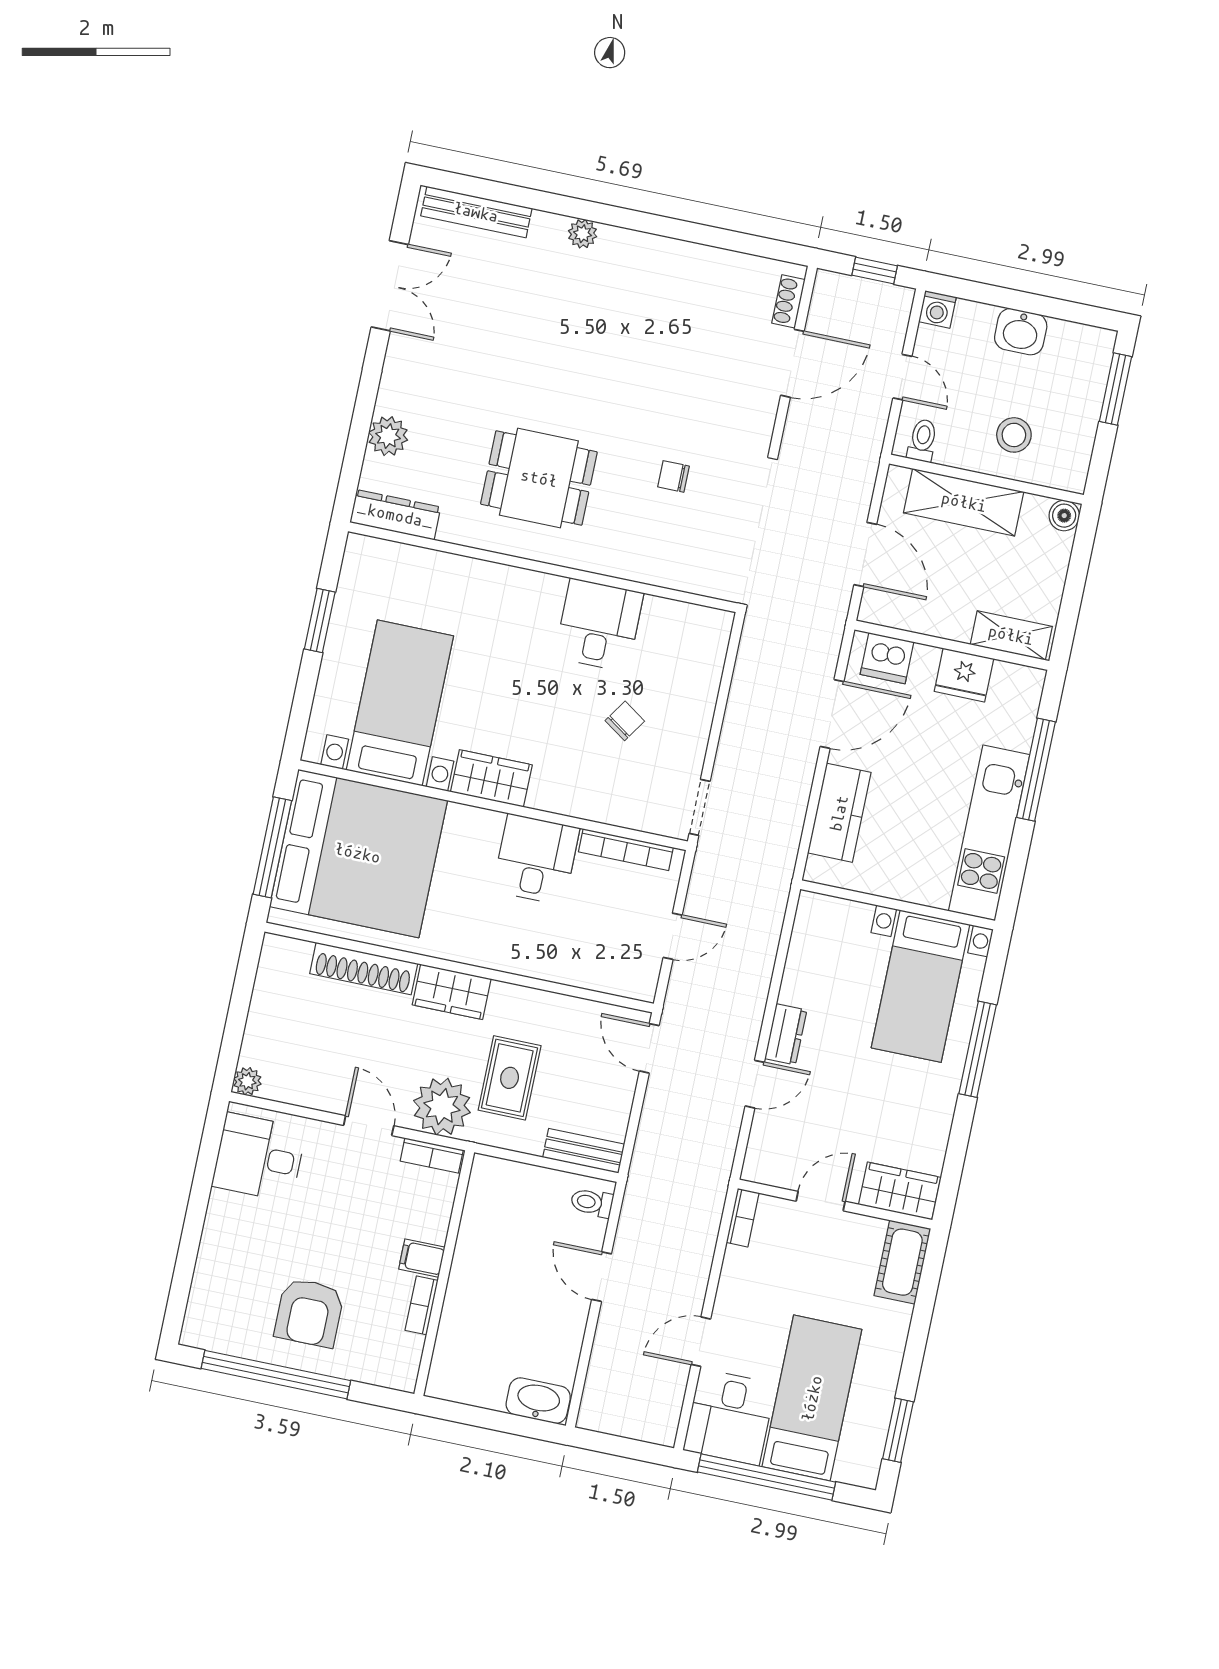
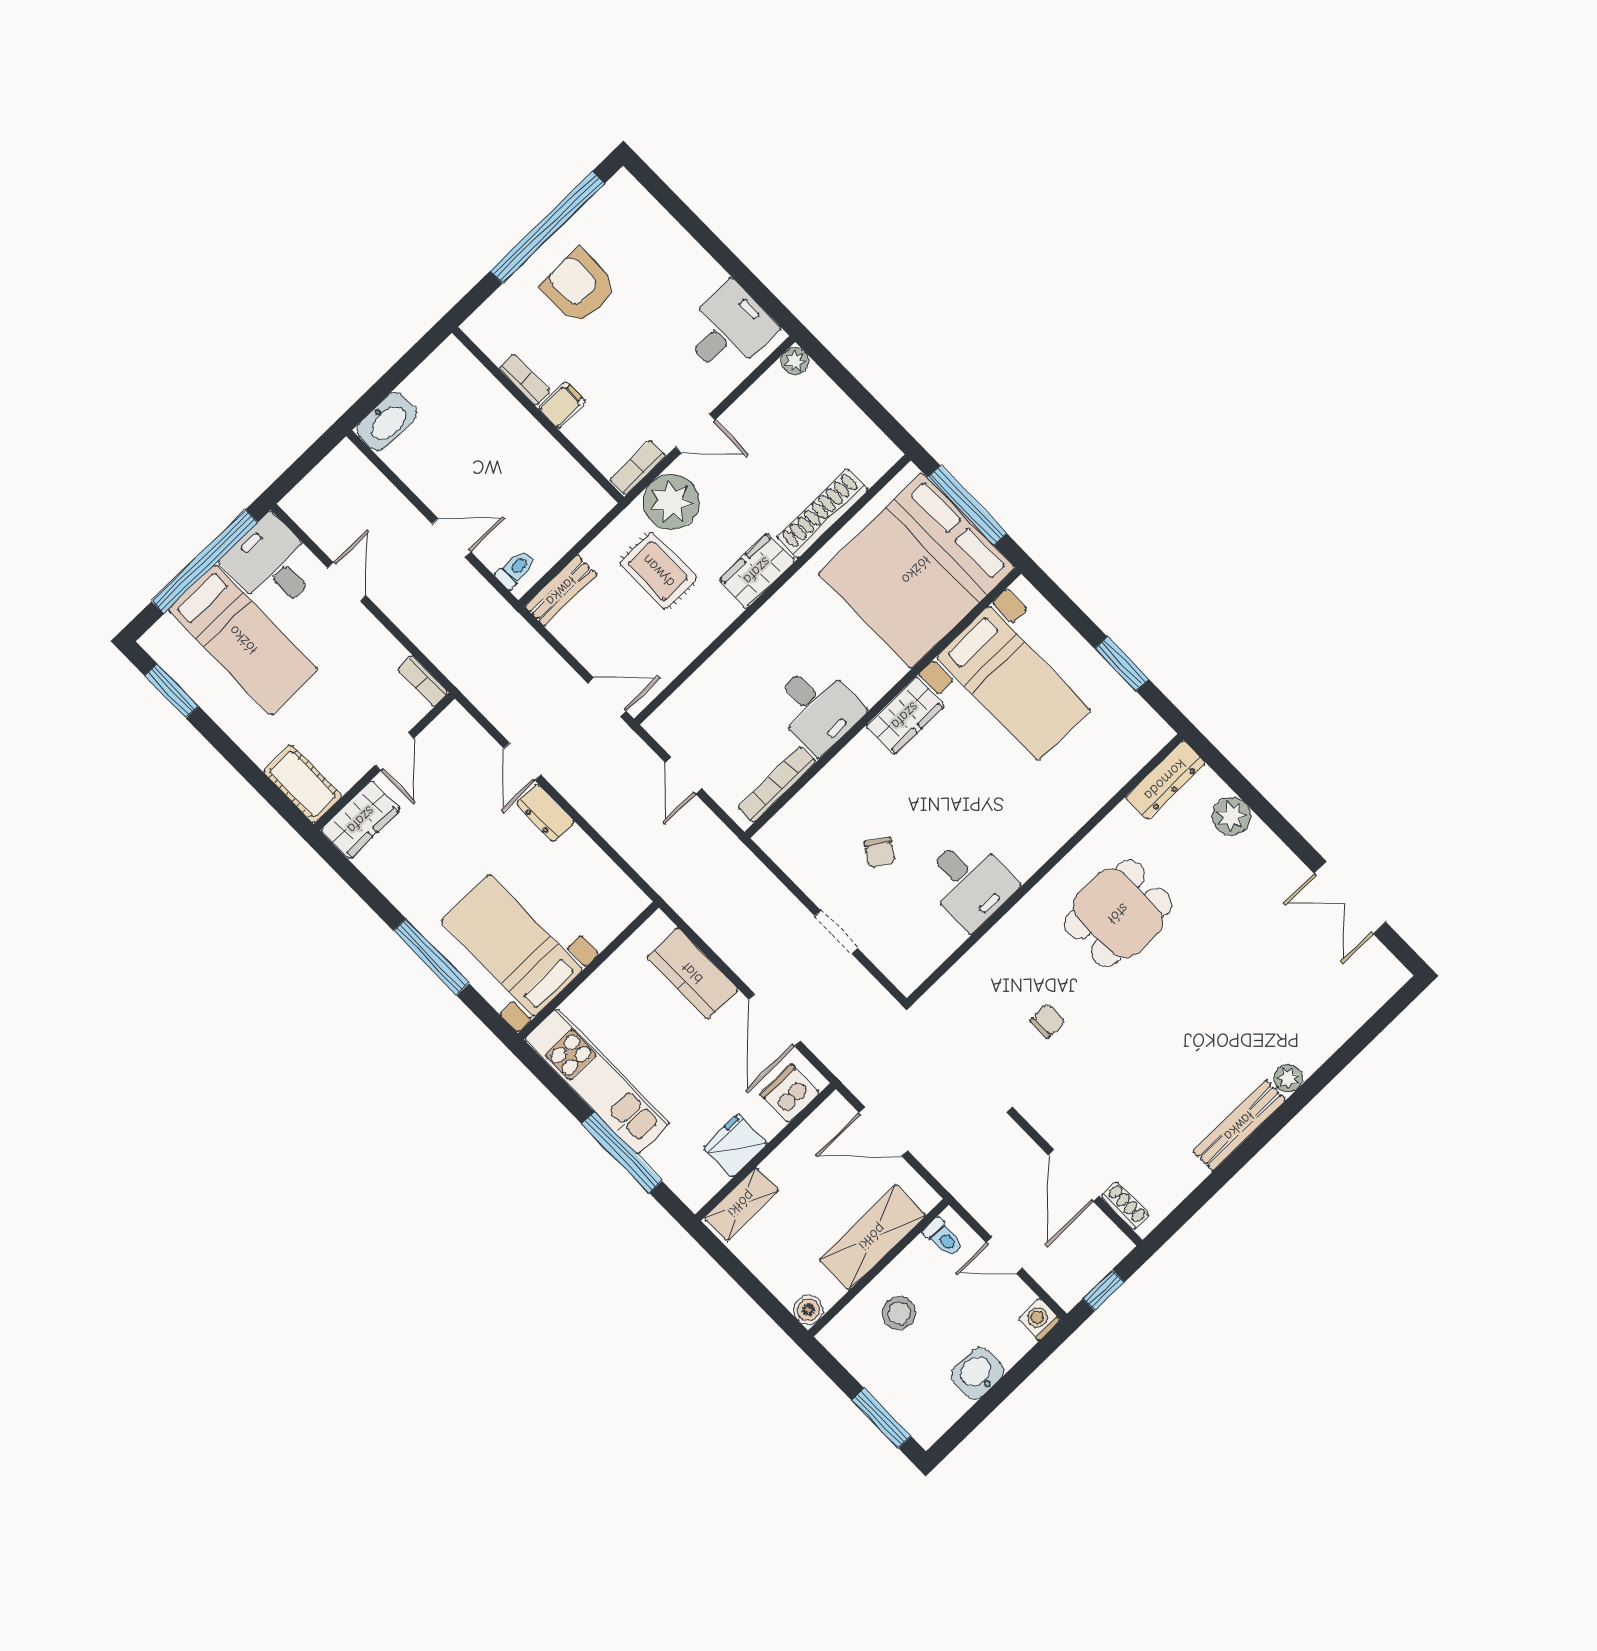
bench: (476, 212) -> (1239, 1126), moved
doorway: (700, 807) -> (836, 932), moved

